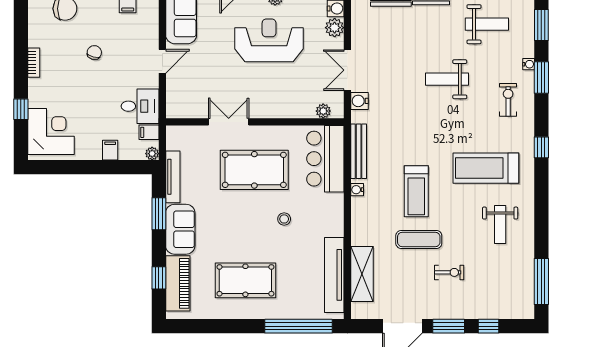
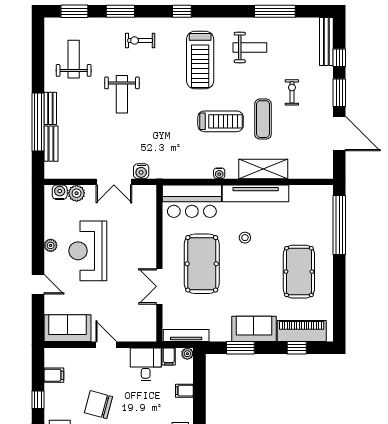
chair: (94, 53) -> (98, 405), width x1.87, depth x1.87
water cooler: (529, 64) -> (109, 22), removed
plant: (323, 111) -> (150, 203), removed
bench: (359, 151) -> (326, 41), moved, turned 90
tv unit: (173, 177) -> (186, 335), moved
shelving: (362, 274) -> (263, 169), moved
tv unit: (334, 275) -> (256, 193), moved
window: (541, 282) -> (275, 11), moved

